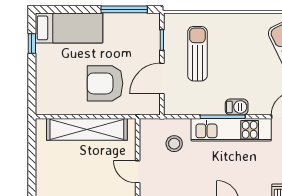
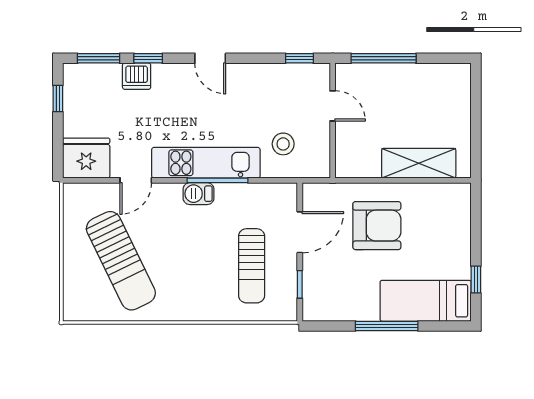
window: (124, 9) -> (387, 326), moved
shelving: (87, 129) -> (419, 163), width x0.68

